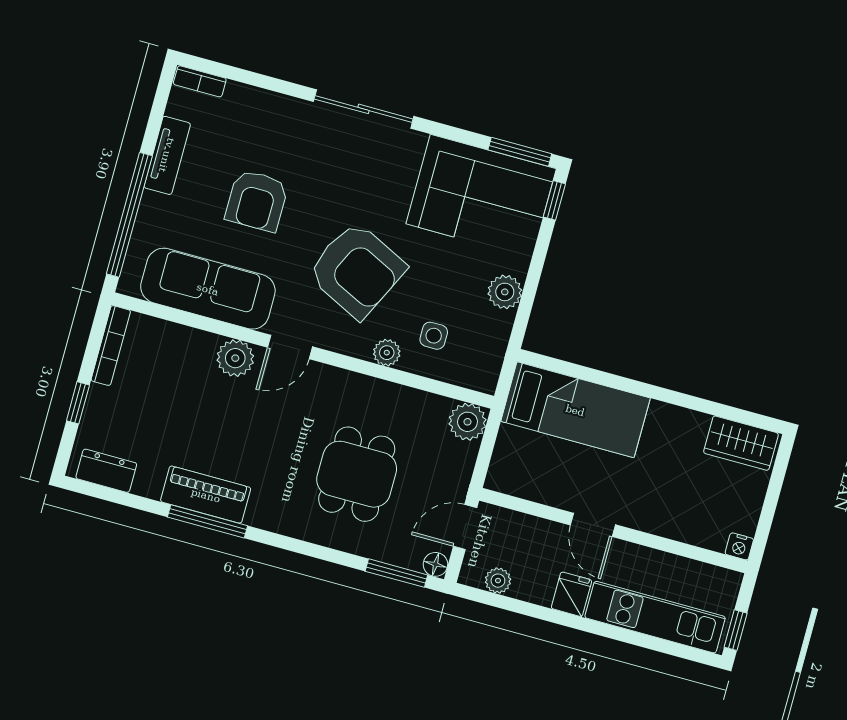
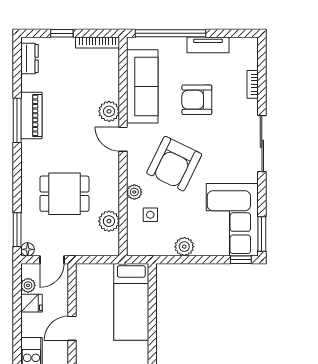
bookcase: (200, 81) -> (253, 84), moved
plant: (468, 422) -> (109, 221), moved
door: (465, 527) -> (52, 260), swing flipped
fridge: (571, 594) -> (31, 303), moved

